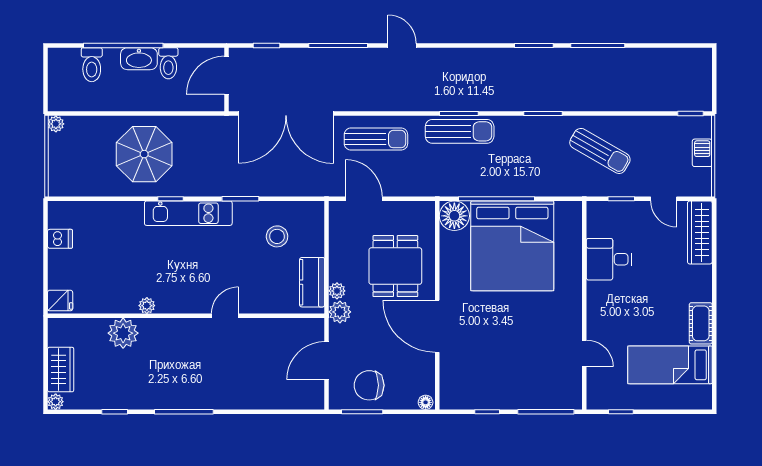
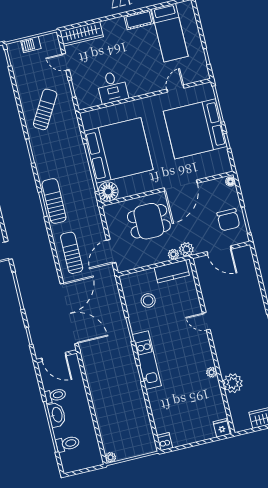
parasol: (144, 154) -> (116, 397), removed
door: (664, 199) -> (66, 62), swing flipped
dishwasher: (60, 239) -> (165, 442), moved
bed: (517, 368) -> (195, 129), added

